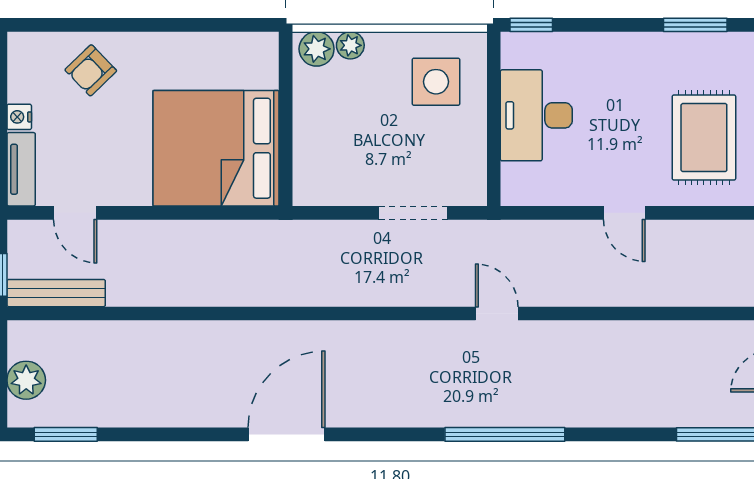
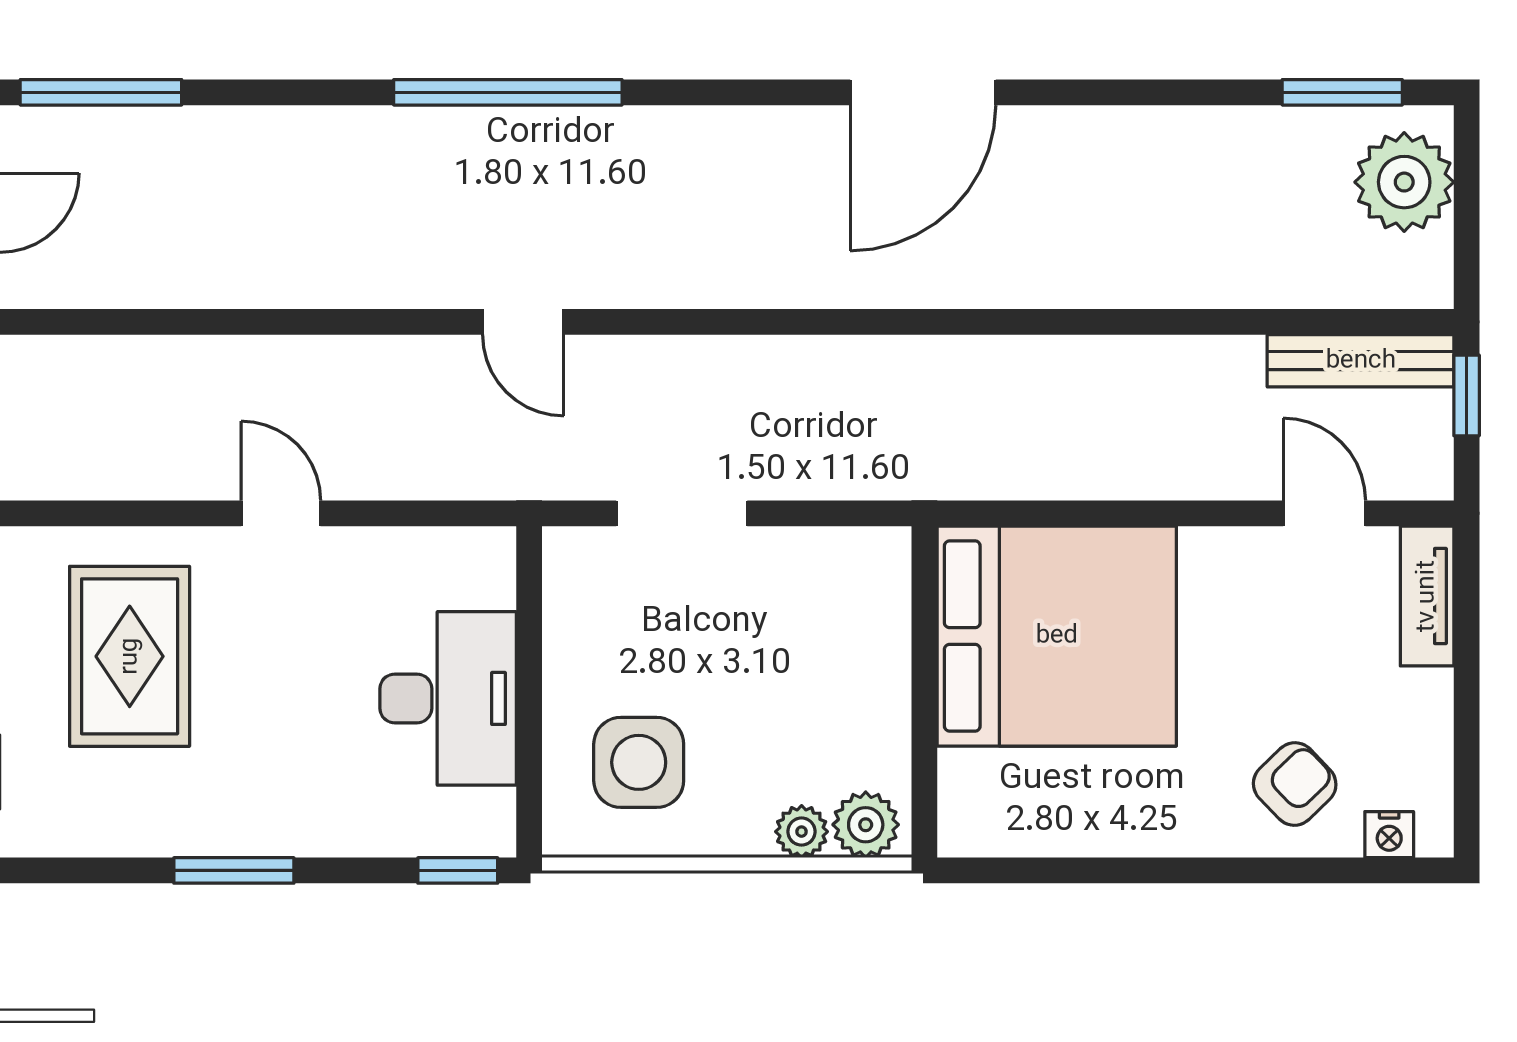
window: (695, 25) -> (234, 870), moved
nightstand: (19, 117) -> (1389, 835), moved, turned 90
plant: (26, 380) -> (1404, 182), width x1.36, depth x1.36

